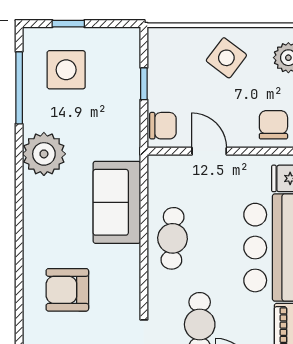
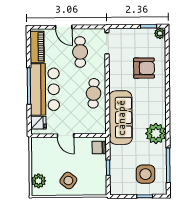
chair: (273, 125) -> (45, 148), removed
door: (209, 151) -> (66, 136), moved
sofa: (117, 202) -> (121, 118), width x1.36

